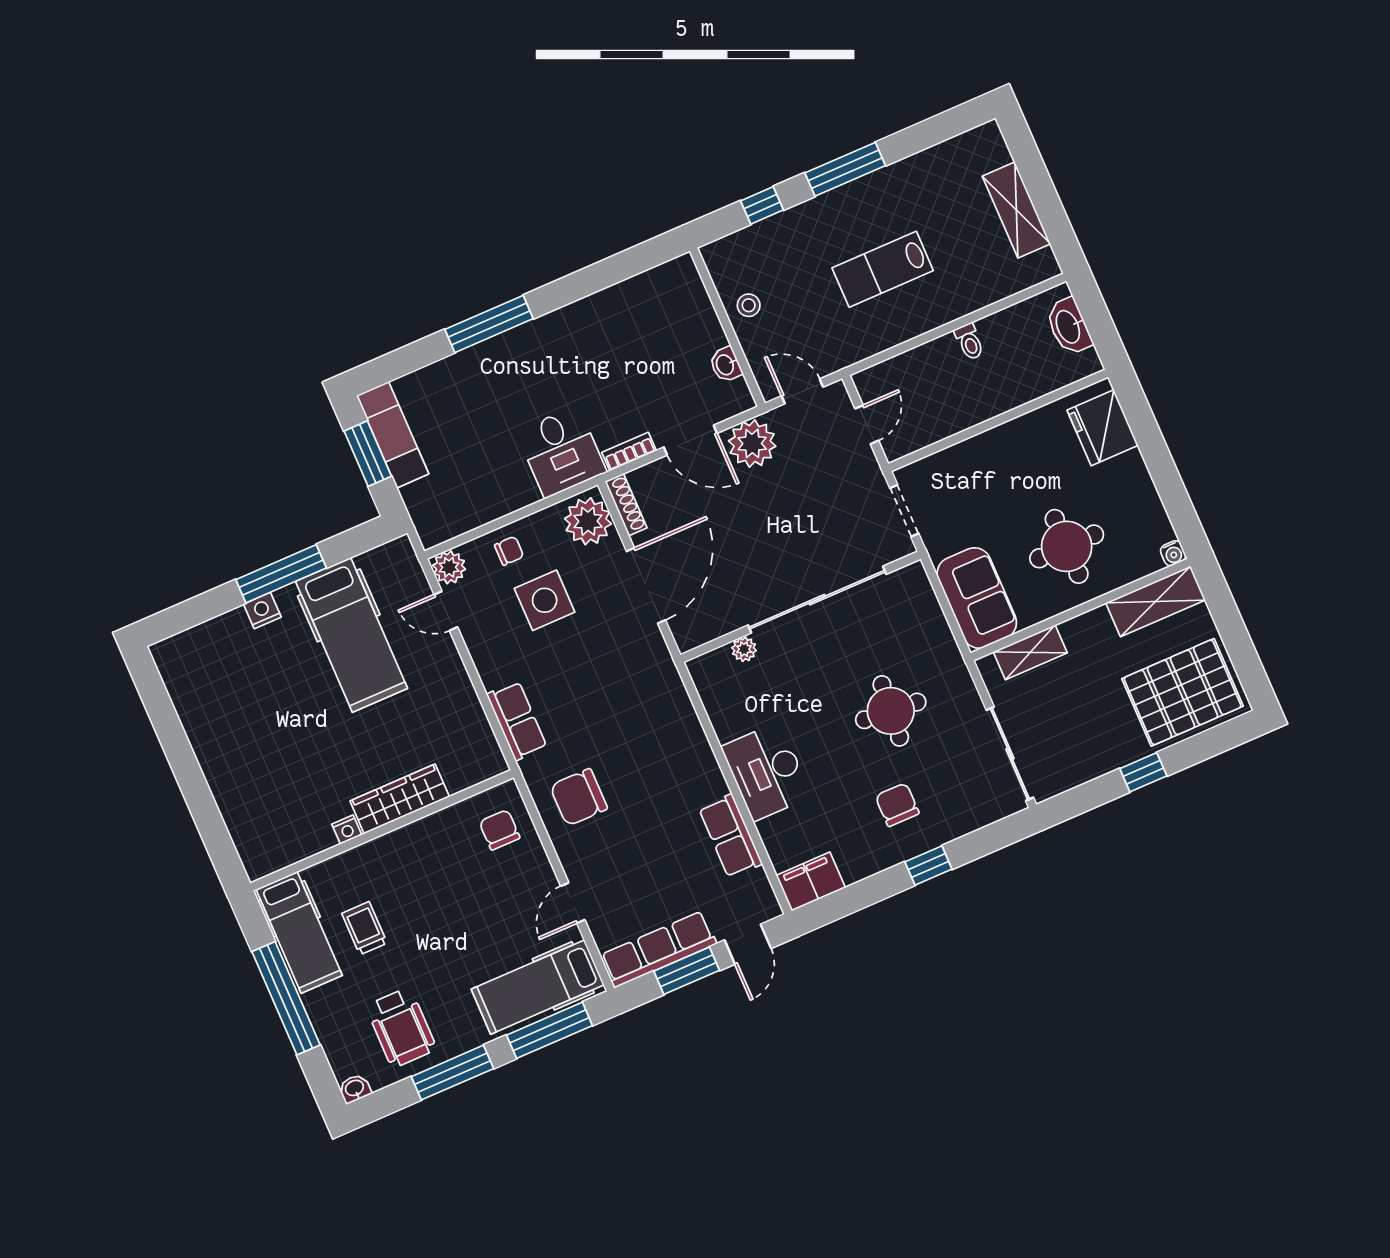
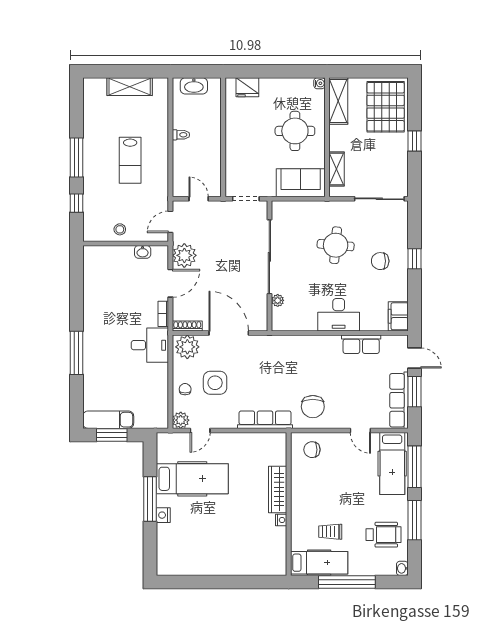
fridge: (1103, 428) -> (247, 87), width x0.73, depth x0.75
row of seats: (517, 721) -> (265, 420), width x1.48

